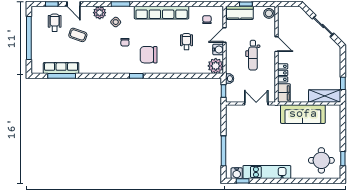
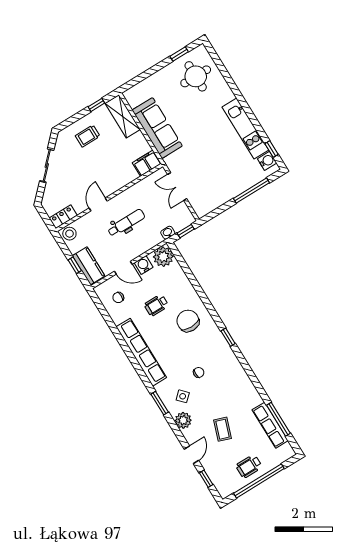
wheelchair: (55, 23) -> (249, 466), moved
chair: (149, 55) -> (188, 321), moved, turned 180
trolley: (326, 65) -> (88, 136), added
locker: (283, 73) -> (63, 217), moved

